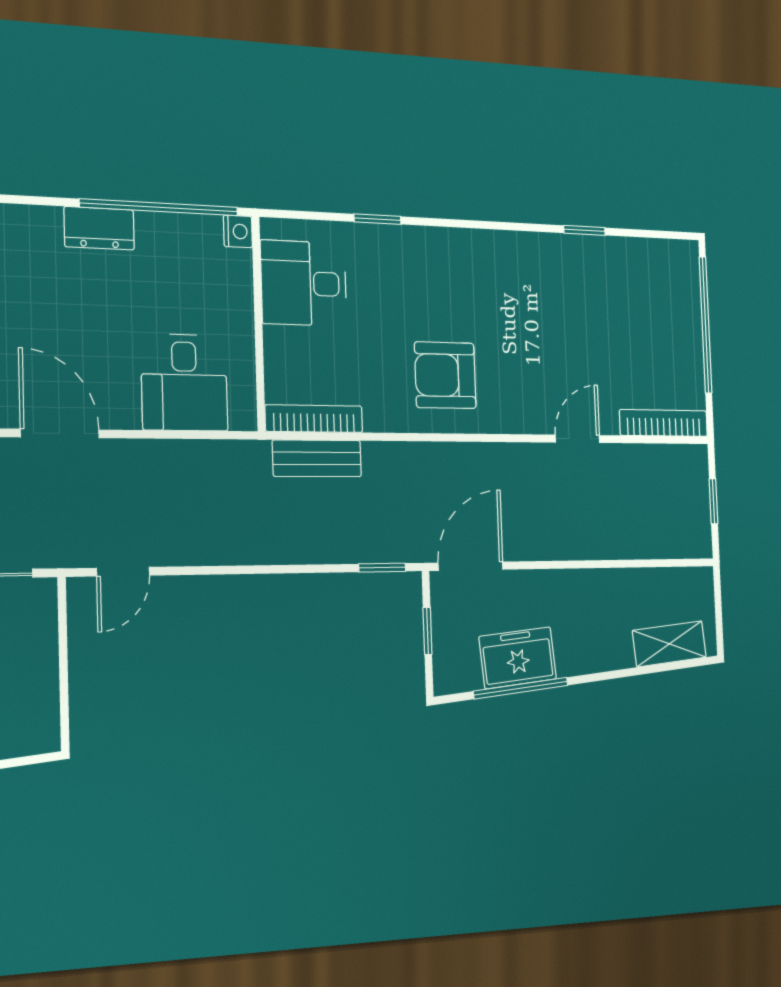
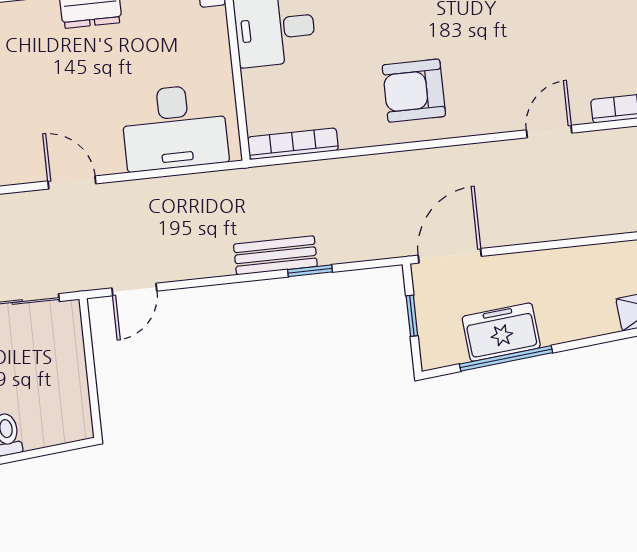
desk: (184, 382) -> (174, 127), width x1.37
door: (60, 433) -> (72, 182), width x0.73
bench: (317, 458) -> (275, 255), moved
window: (382, 568) -> (310, 271), moved

